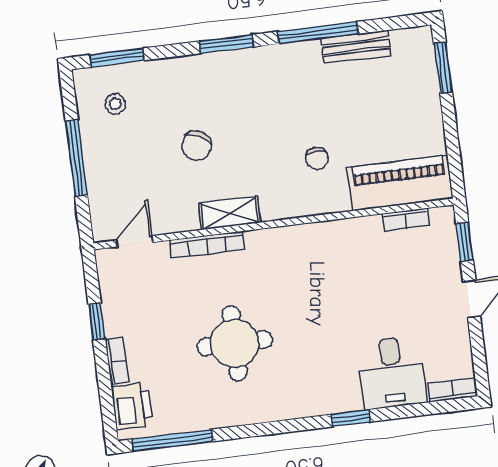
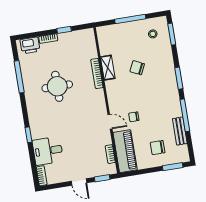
chair: (394, 103) -> (158, 148), added
shelving: (229, 213) -> (108, 68), moved
door: (135, 241) -> (110, 122), moved
window: (172, 440) -> (19, 77), moved

